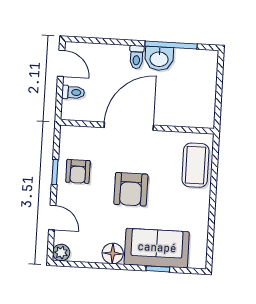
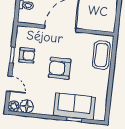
armchair: (78, 171) -> (27, 55), turned -90
armchair: (131, 189) -> (60, 68), turned 90
floor lamp: (113, 253) -> (27, 106), moved

